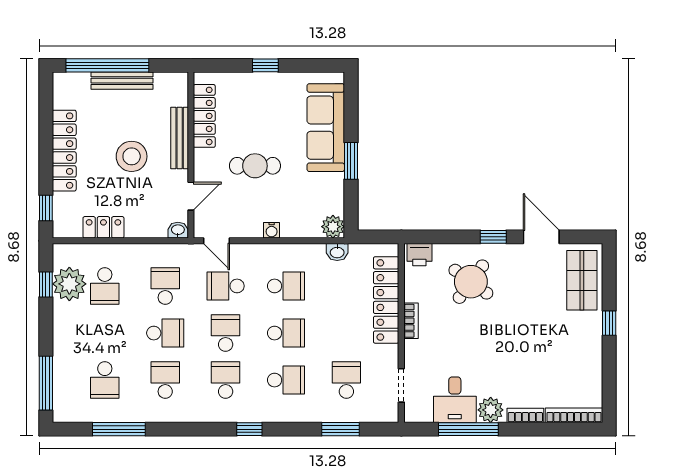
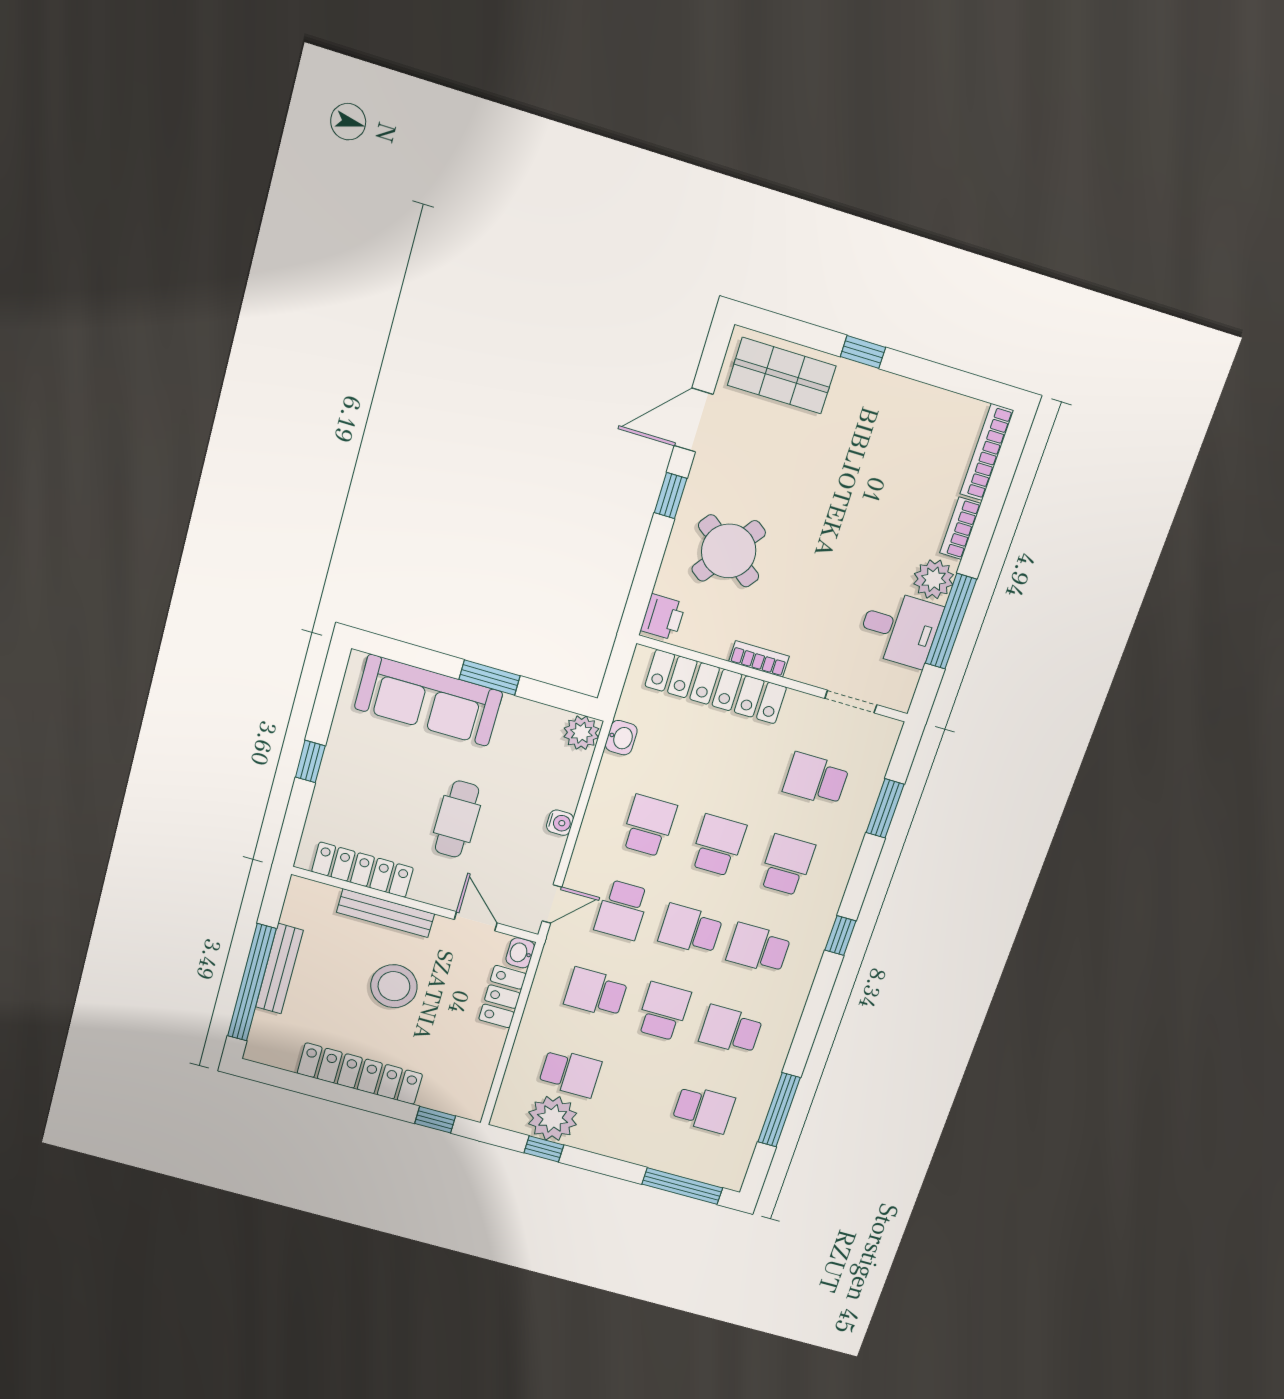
locker: (103, 227) -> (502, 997), moved

